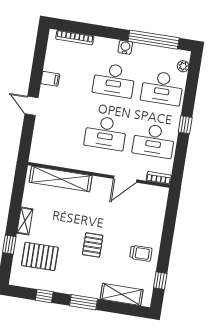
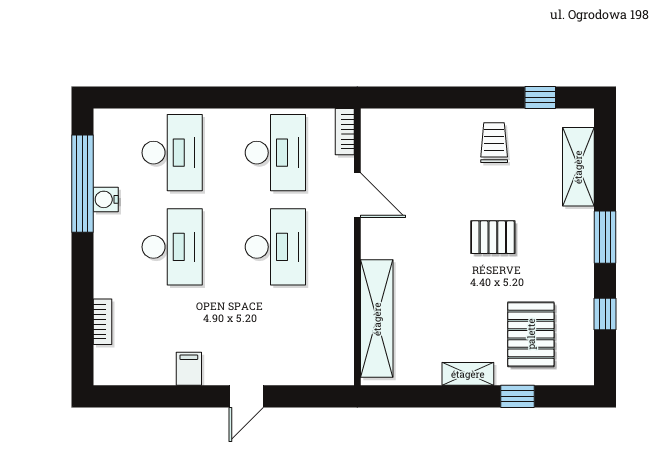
bookcase: (75, 37) -> (103, 322), width x0.64
water cooler: (125, 47) -> (106, 199), moved
plant: (183, 66) -> (124, 119), removed
window: (185, 125) -> (235, 97), removed

